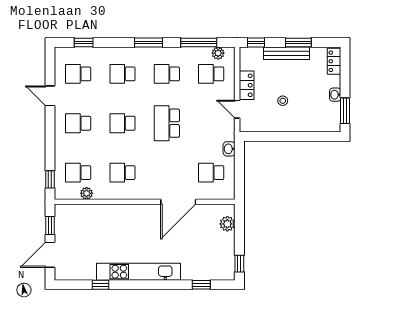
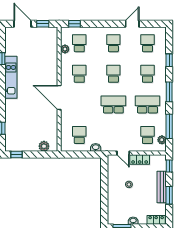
window: (84, 42) -> (169, 60), moved
school desk: (167, 74) -> (147, 104), width x1.85
door: (237, 109) -> (123, 153), swing flipped
door: (178, 202) -> (59, 97), moved
kitchen unit: (139, 272) -> (11, 77), width x0.73

